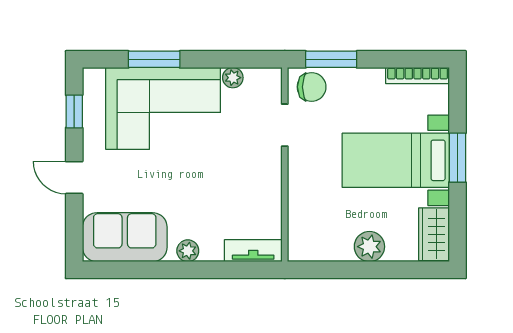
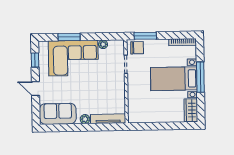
window: (457, 158) -> (200, 77), width x1.44
plant: (369, 247) -> (163, 116), removed
tv unit: (253, 251) -> (108, 119), width x1.41

